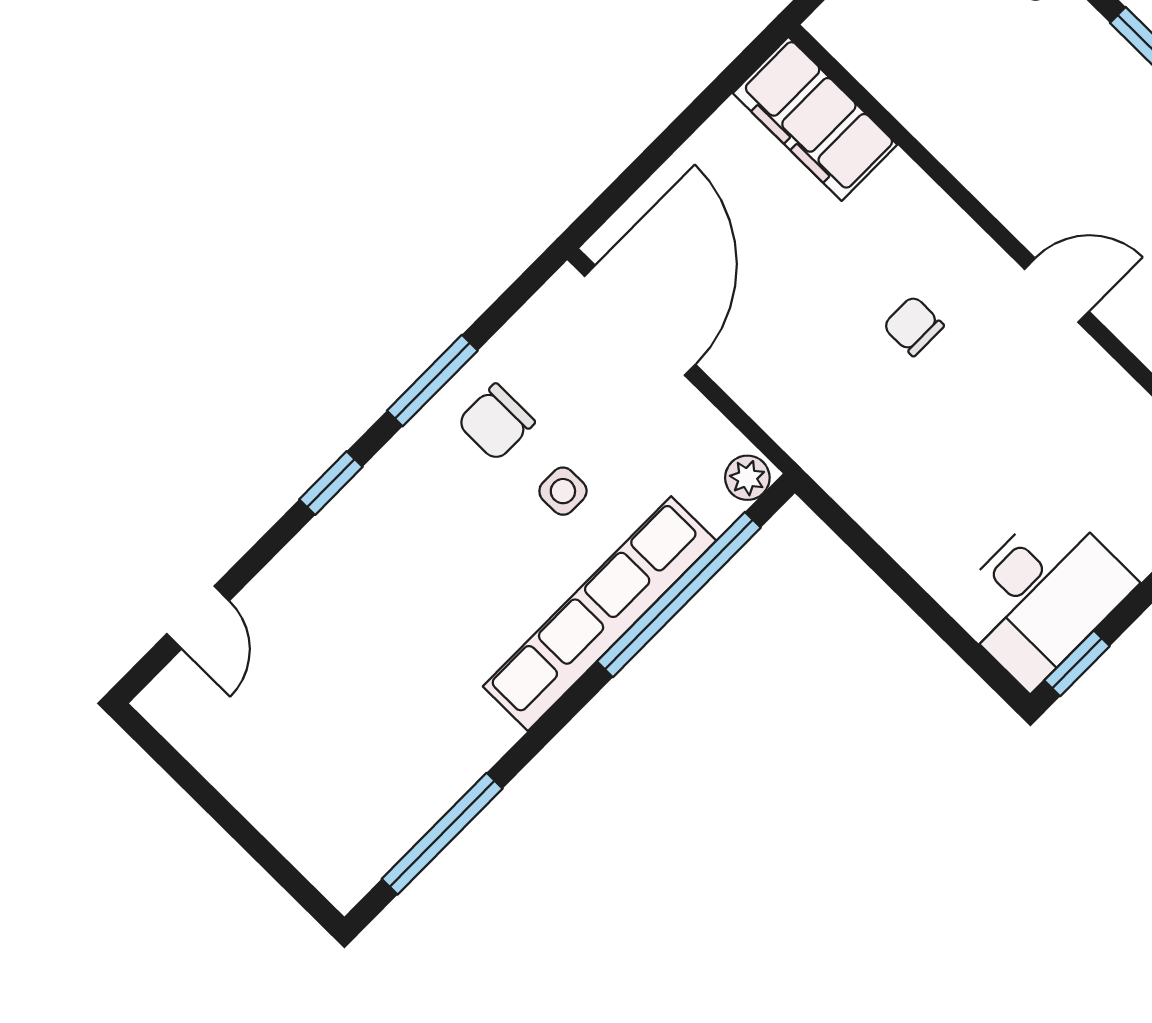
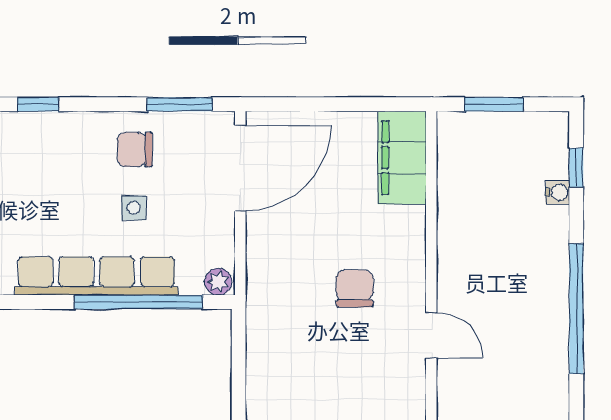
chair: (913, 326) -> (355, 289), width x1.37, depth x1.37
window: (432, 381) -> (180, 104), moved

